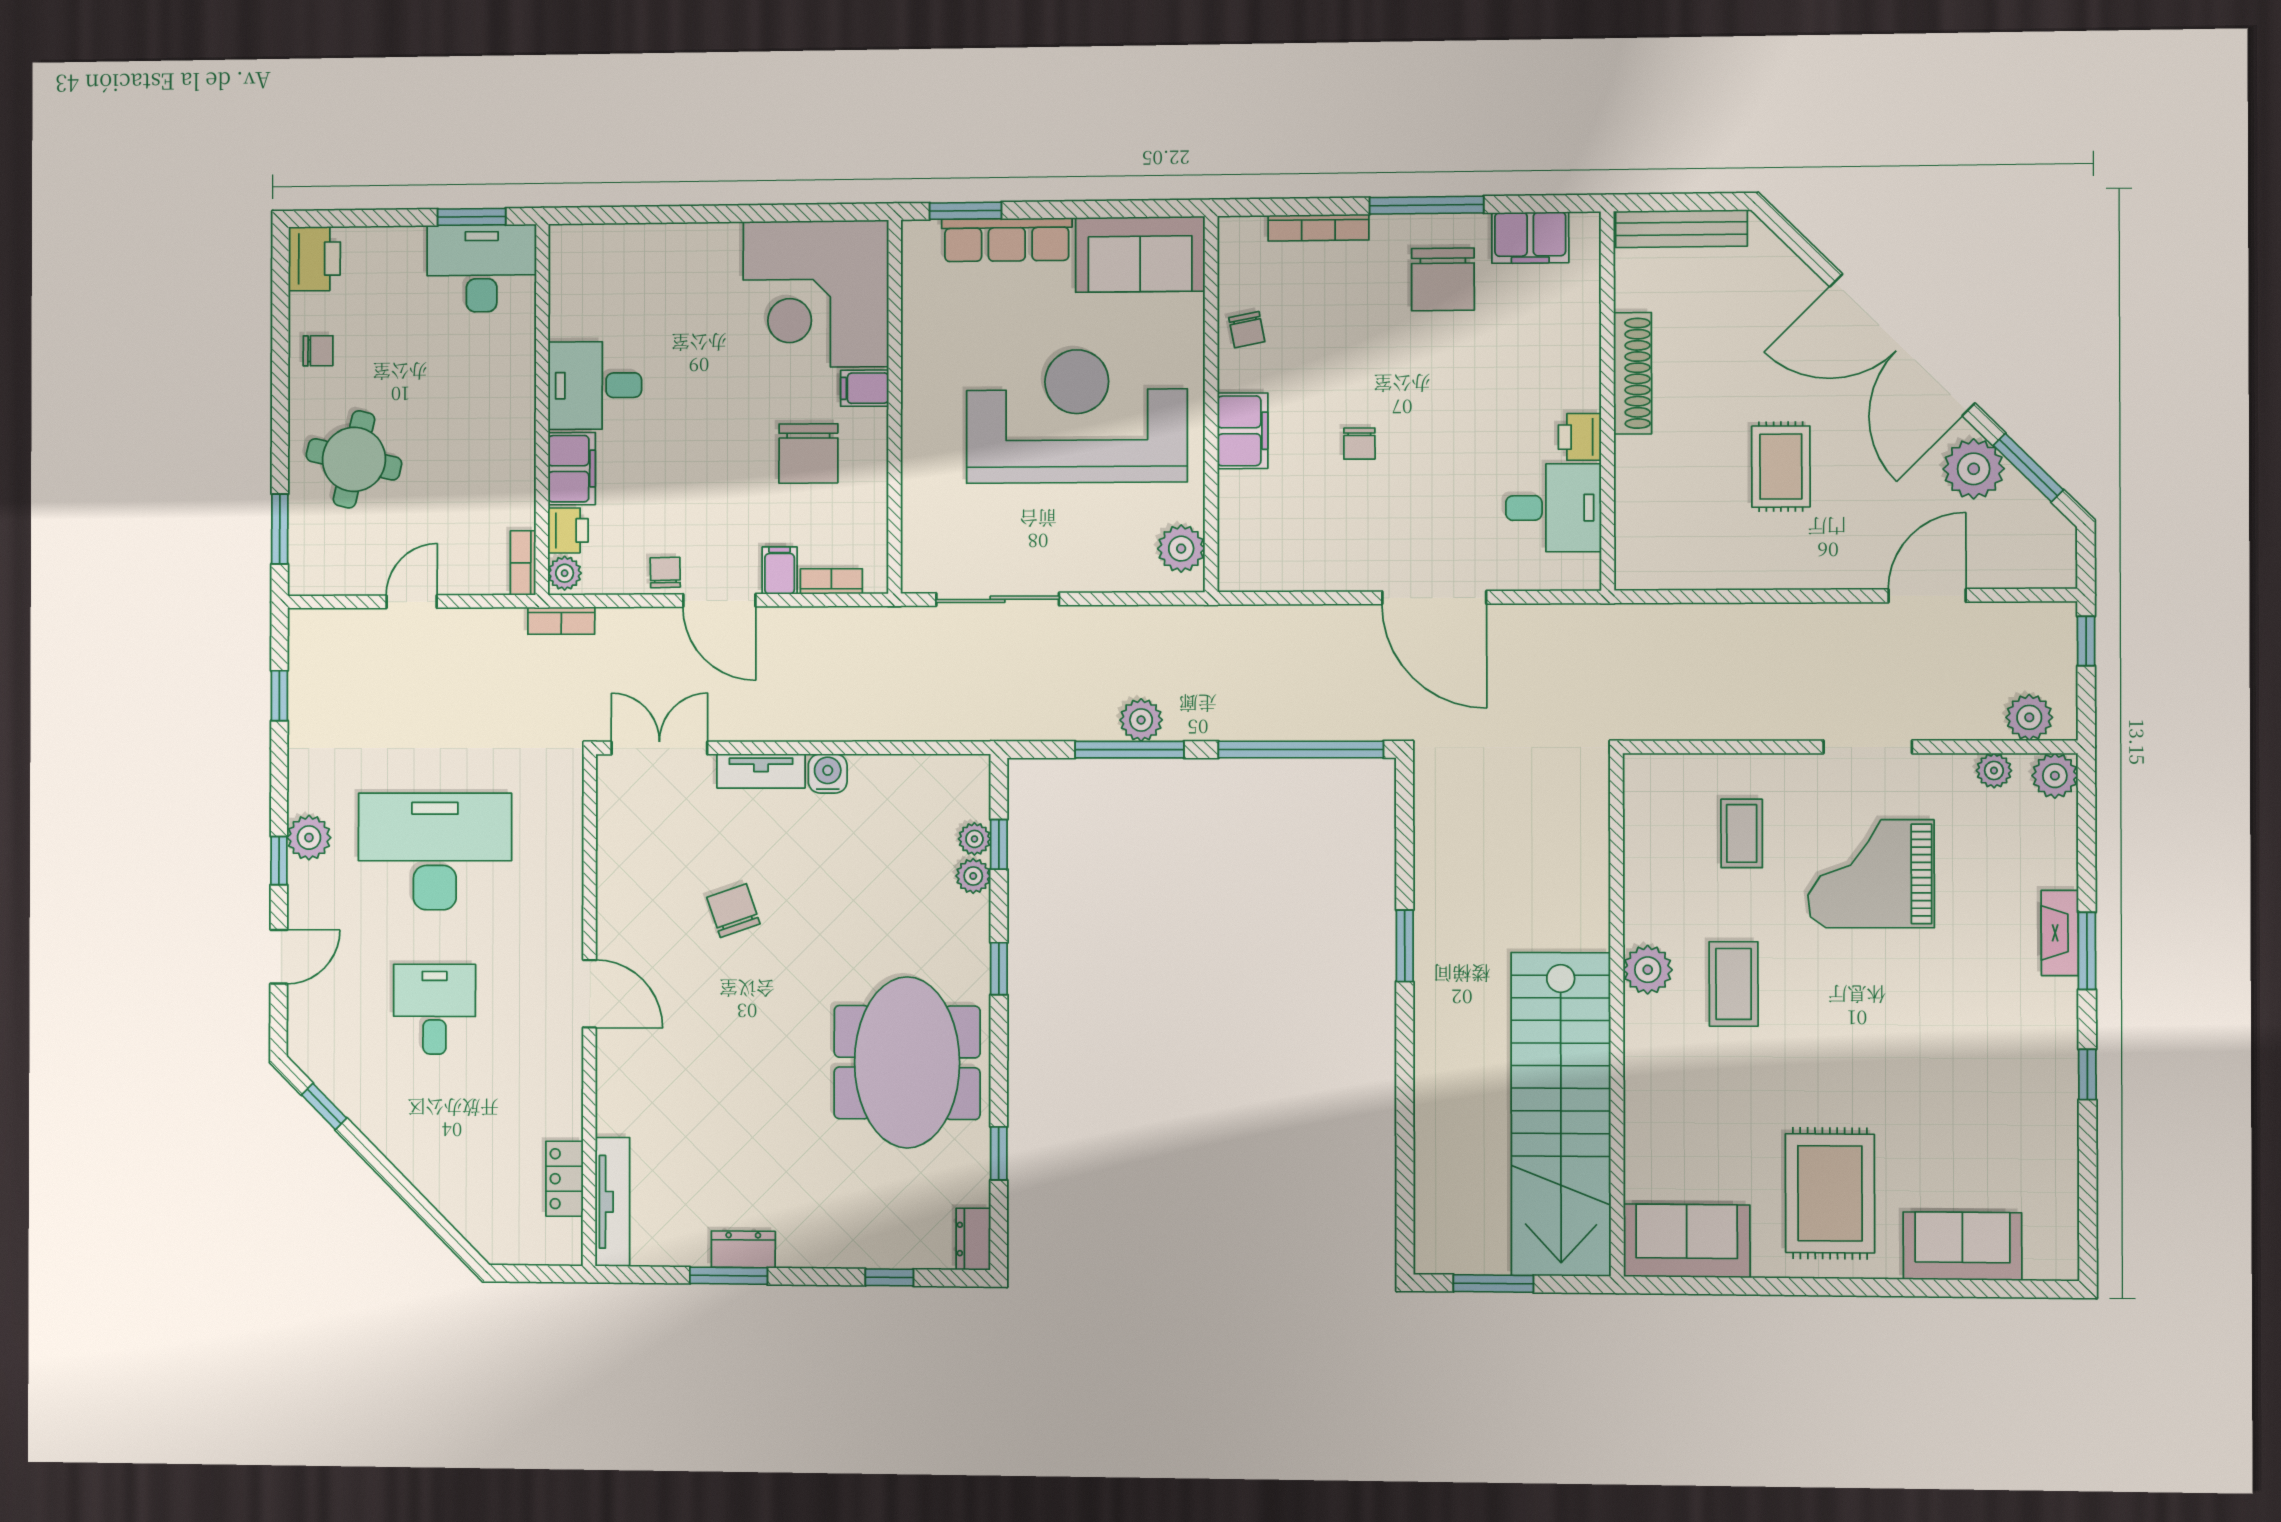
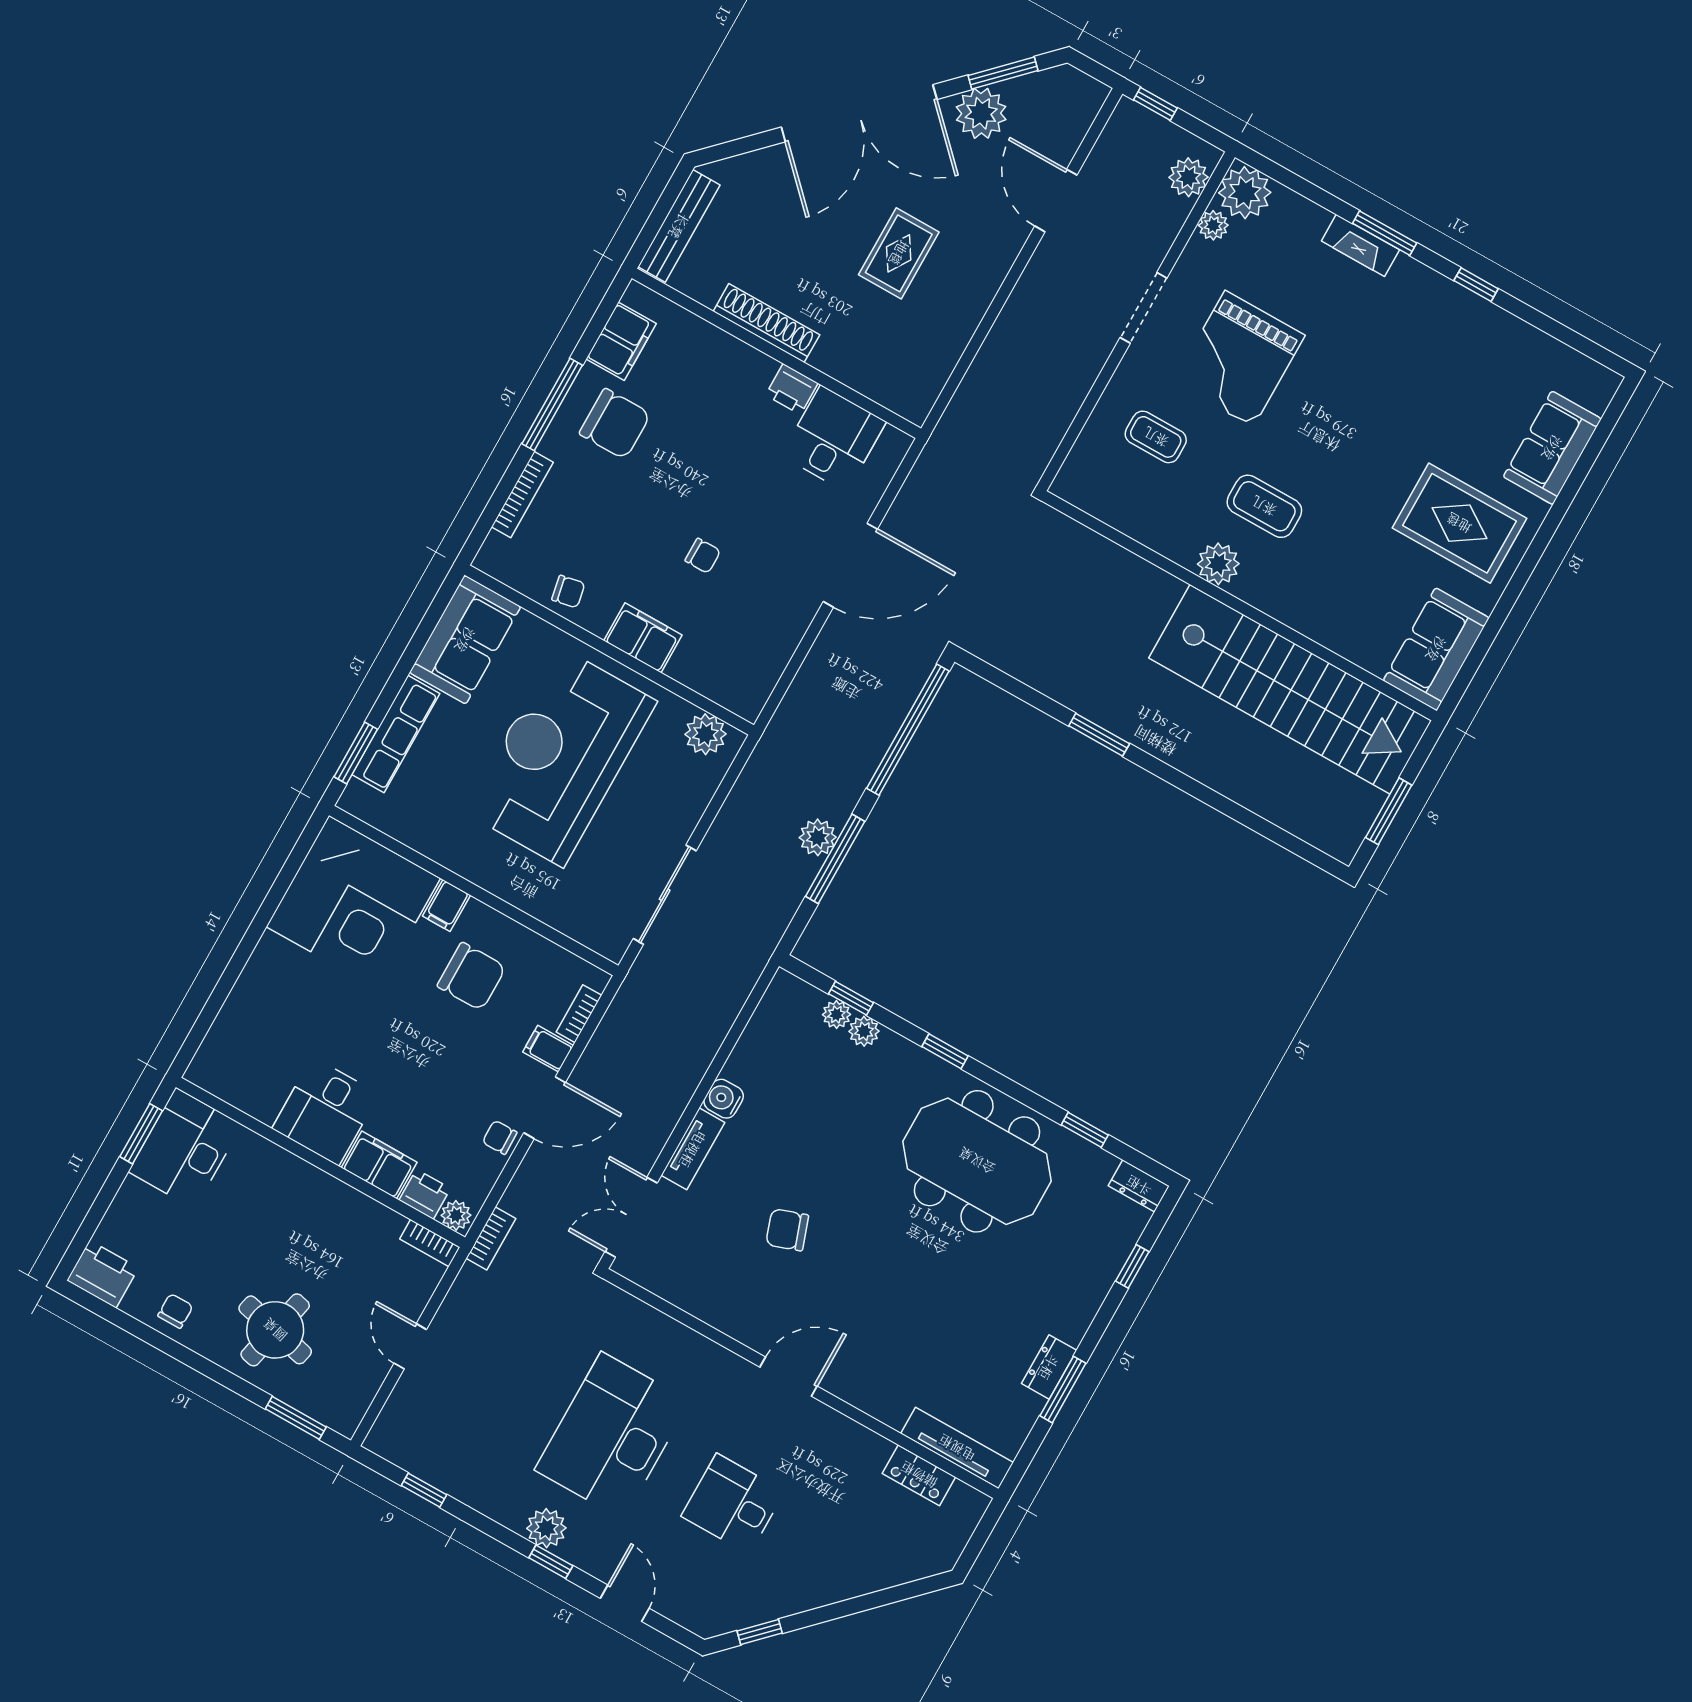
rug: (1781, 467) -> (899, 253), turned 90
plant: (2055, 776) -> (1245, 193), width x1.36, depth x1.36

